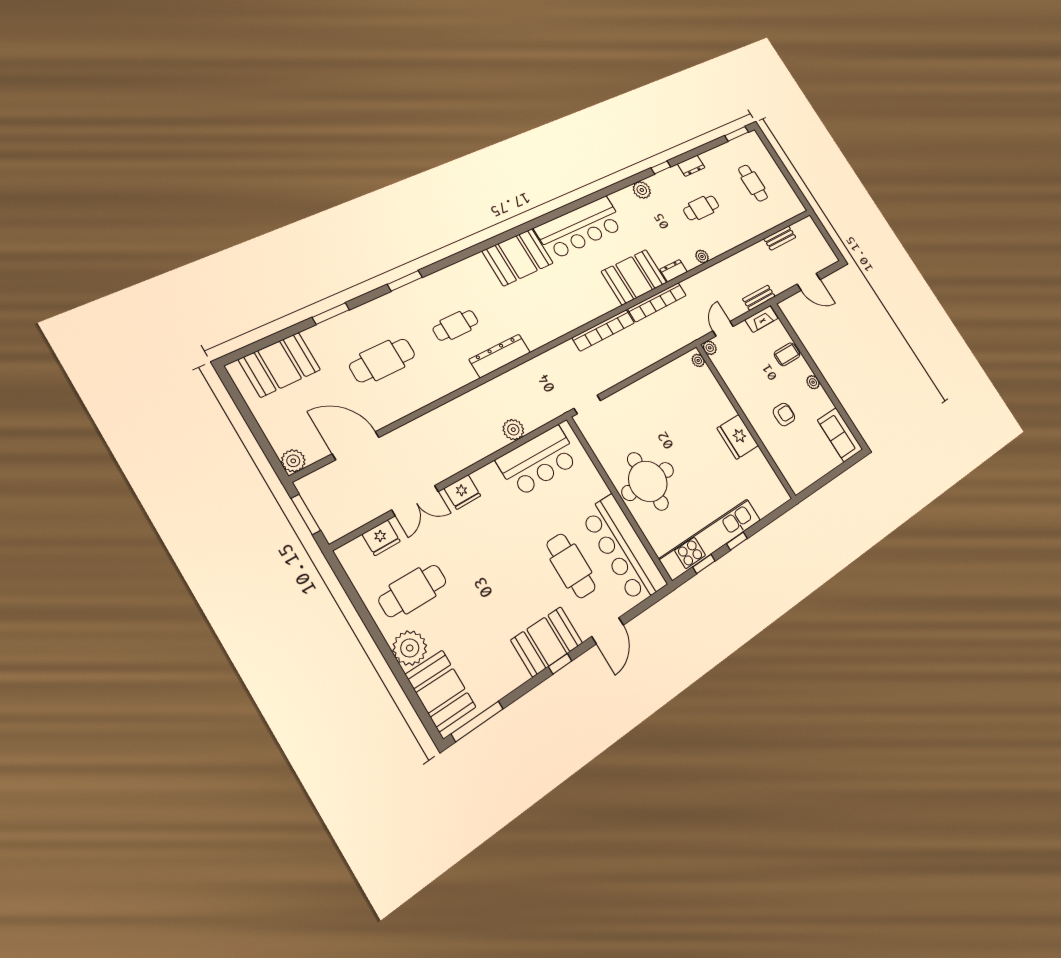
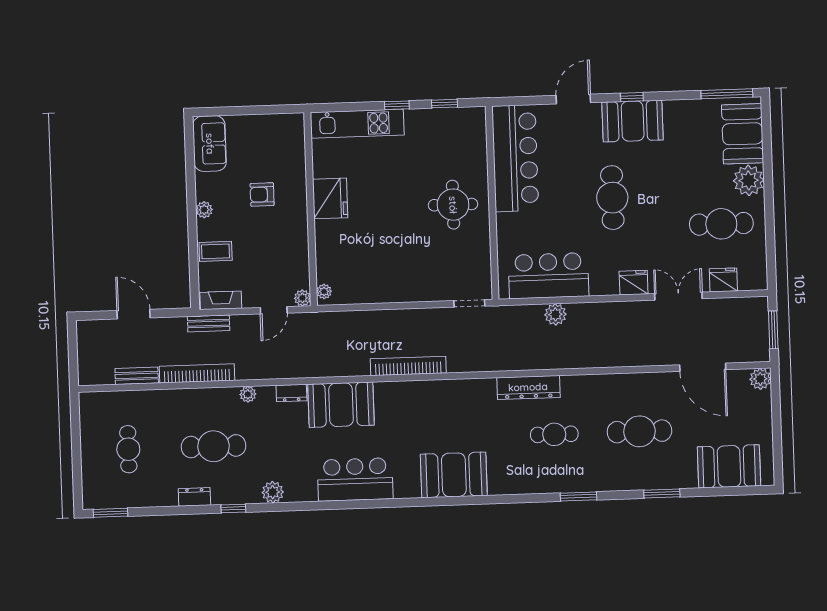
cafe table: (701, 208) -> (214, 446), width x1.37, depth x1.35
bar counter: (580, 227) -> (355, 479), width x0.73
bookcase: (657, 302) -> (197, 373), moved
round table: (648, 481) -> (453, 205), width x0.73, depth x0.73
kitchen unit: (711, 539) -> (357, 124), moved, width x0.73
cafe table: (571, 566) -> (612, 198), moved

